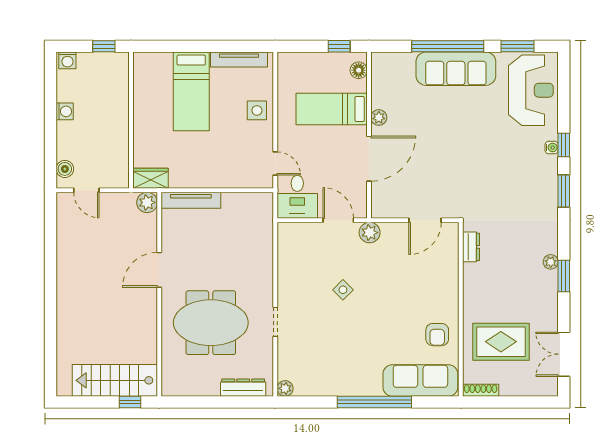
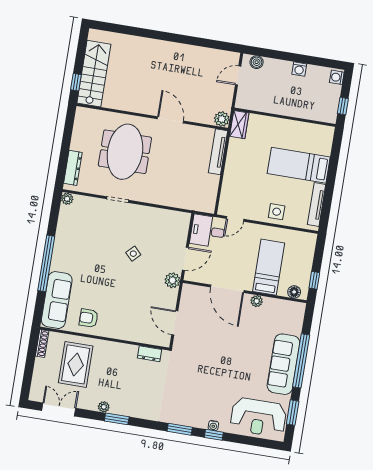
plant: (551, 262) -> (104, 407), moved

